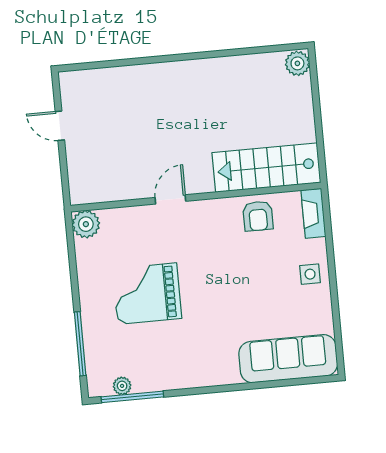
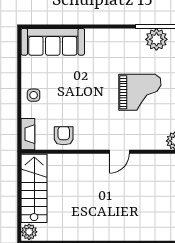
stairs: (266, 168) -> (34, 188), moved, turned -90
plant: (122, 386) -> (156, 39), width x1.88, depth x1.88

